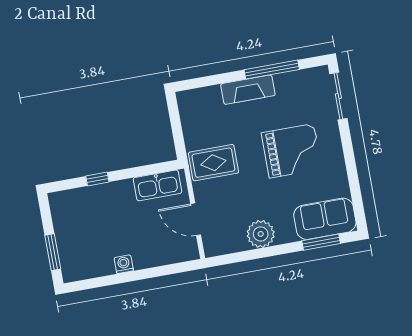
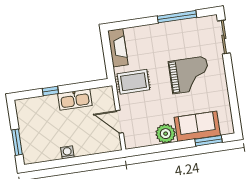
fireplace: (248, 90) -> (118, 48), moved, turned -90
kitchen sink: (157, 185) -> (75, 100), moved
sofa: (325, 219) -> (197, 126), moved

